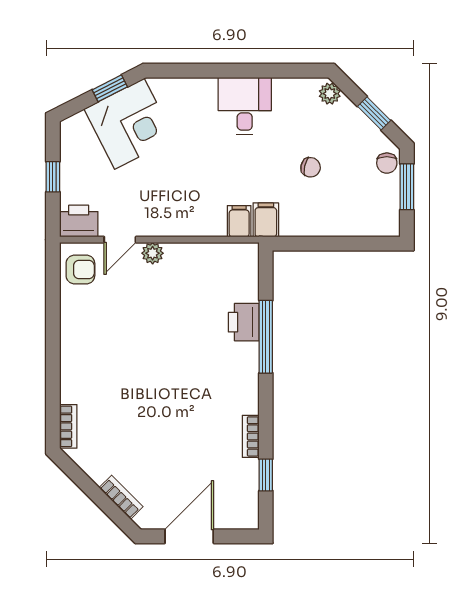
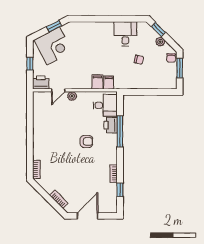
plant: (330, 94) -> (160, 42), moved
desk: (245, 106) -> (125, 34), moved
window: (374, 113) -> (158, 29), moved
corner desk: (129, 124) -> (53, 46), moved
filing cabinet: (266, 220) -> (97, 82), moved
armchair: (80, 269) -> (86, 141), moved
desk: (231, 275) -> (105, 105), added

